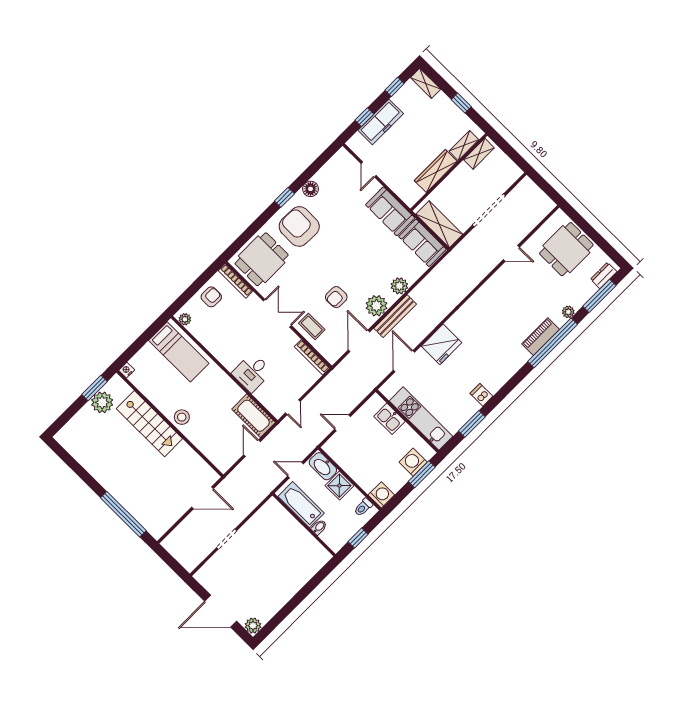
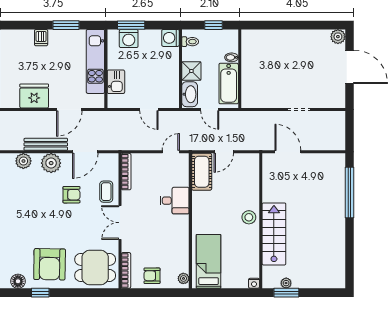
plant: (102, 402) -> (286, 283), width x0.53, depth x0.53

